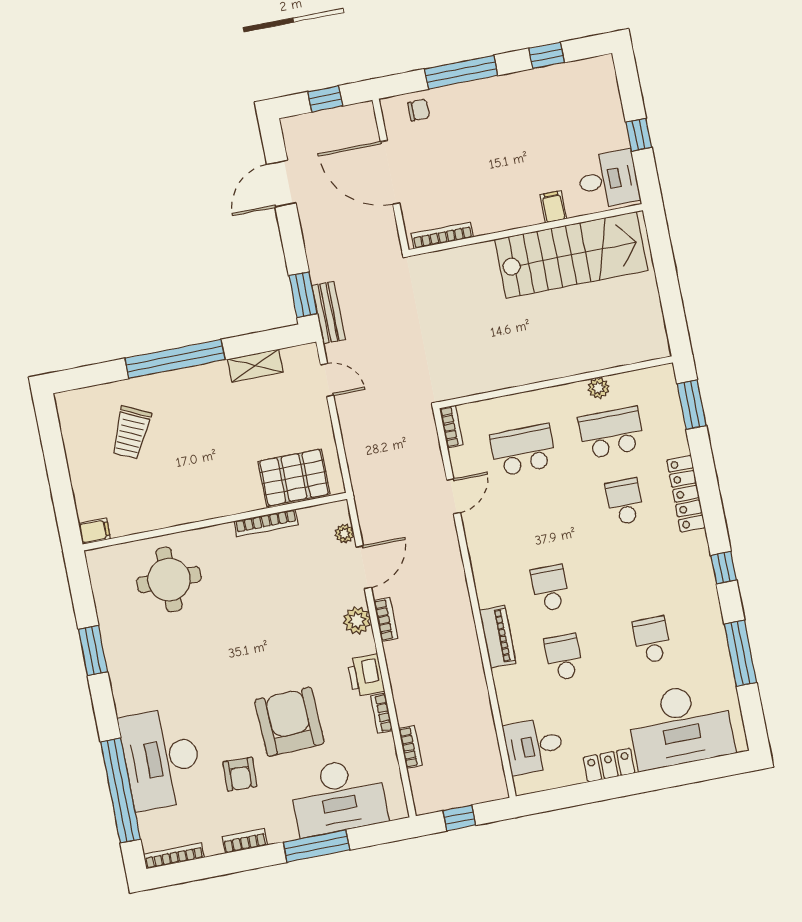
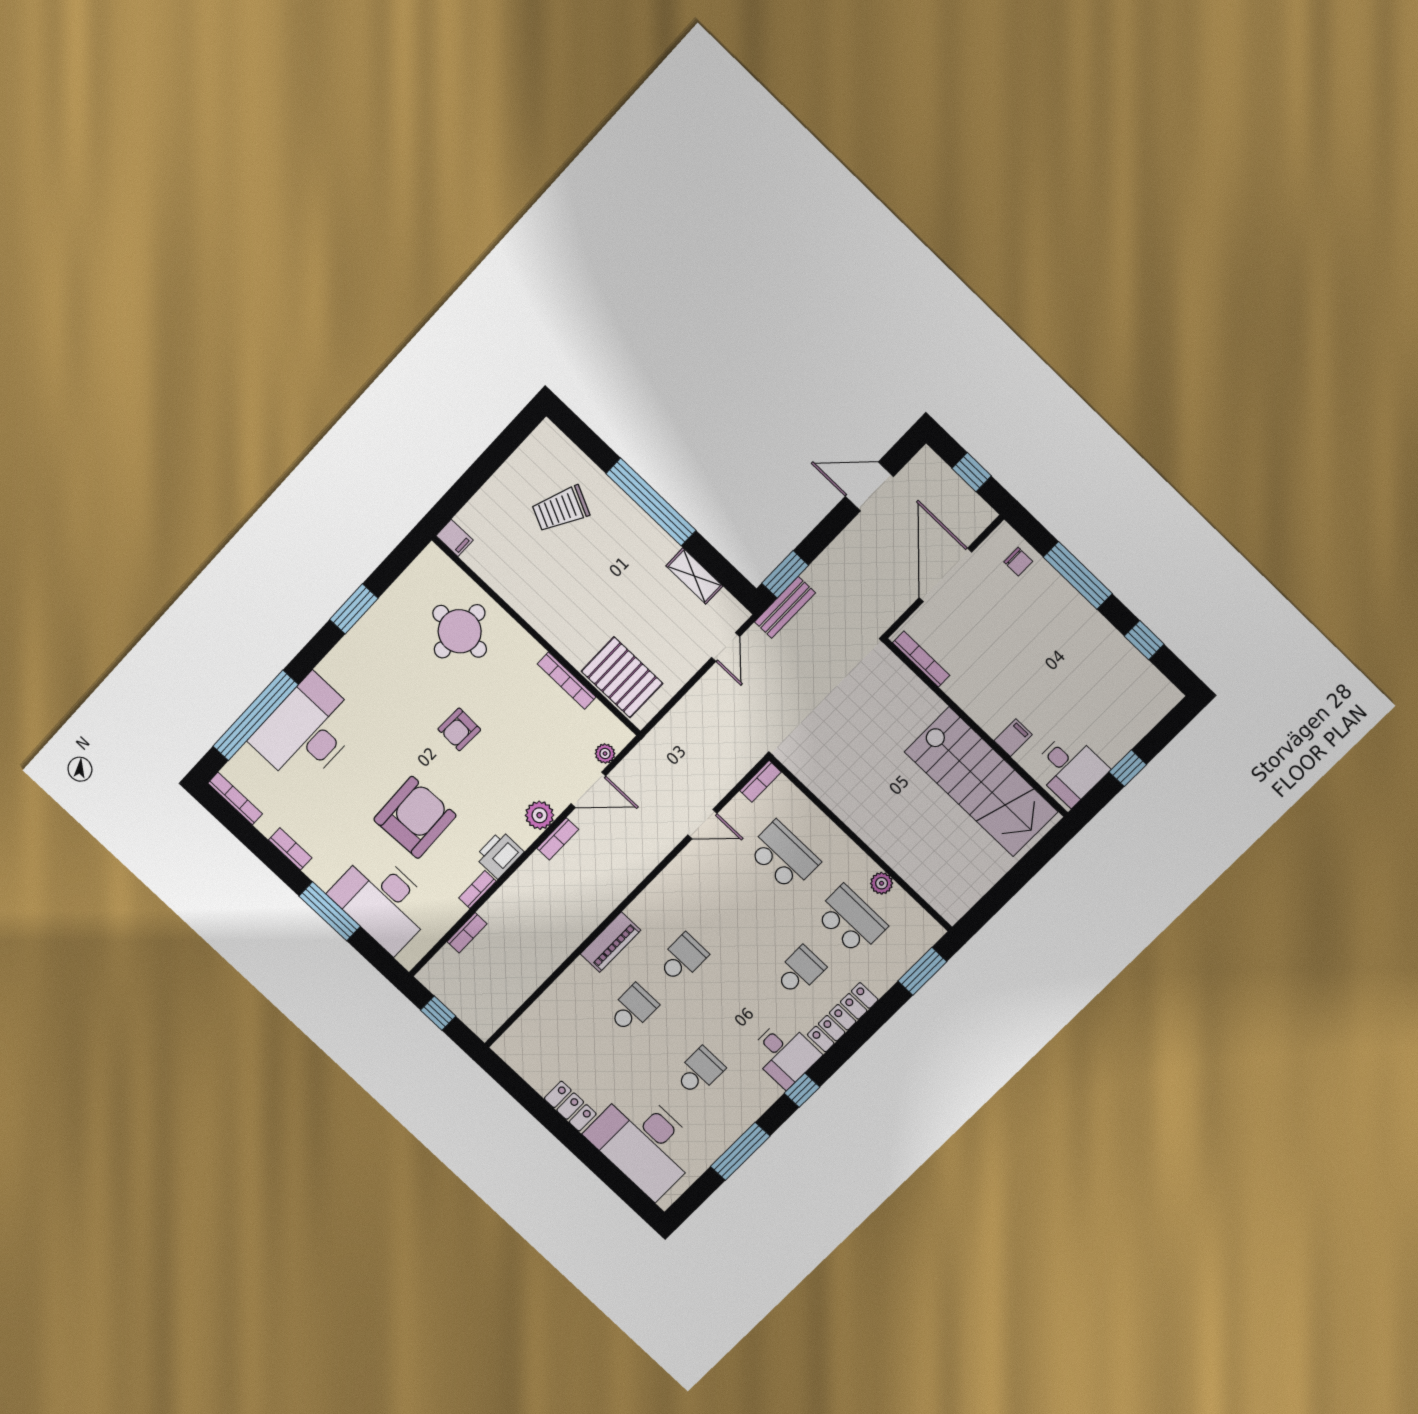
desk: (534, 746) -> (784, 1054), moved, turned 180
armchair: (240, 774) -> (459, 729), moved

